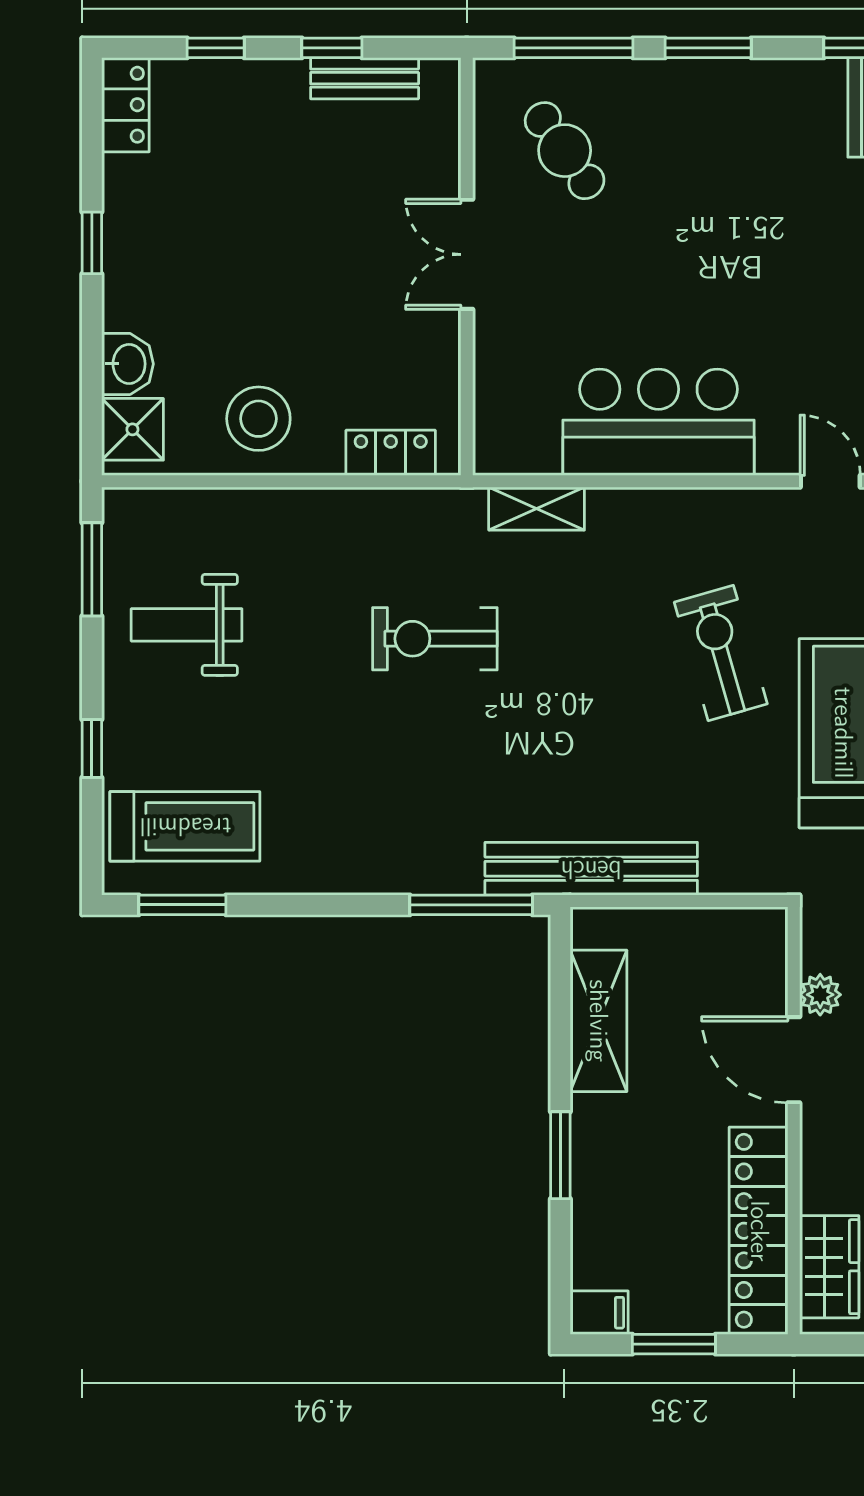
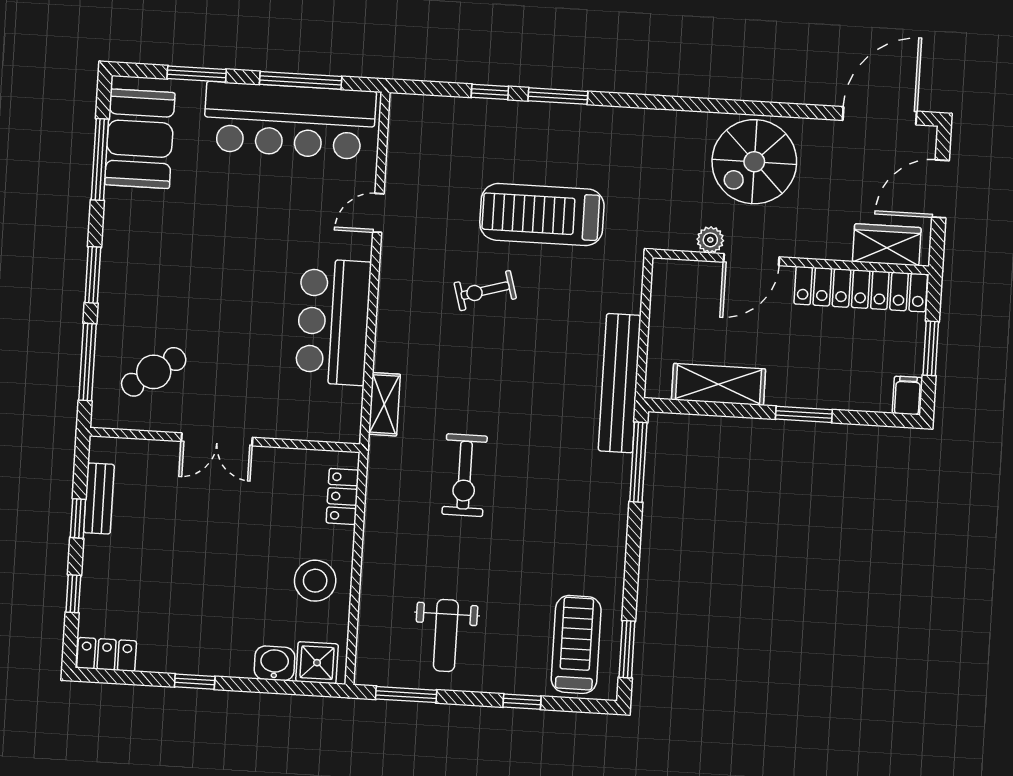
exercise bike: (721, 653) -> (485, 291), width x0.73, depth x0.72

